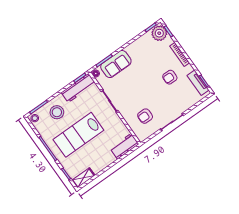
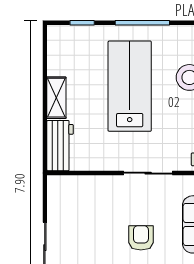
armchair: (145, 116) -> (141, 238), moved
shelving: (83, 178) -> (56, 98), moved

